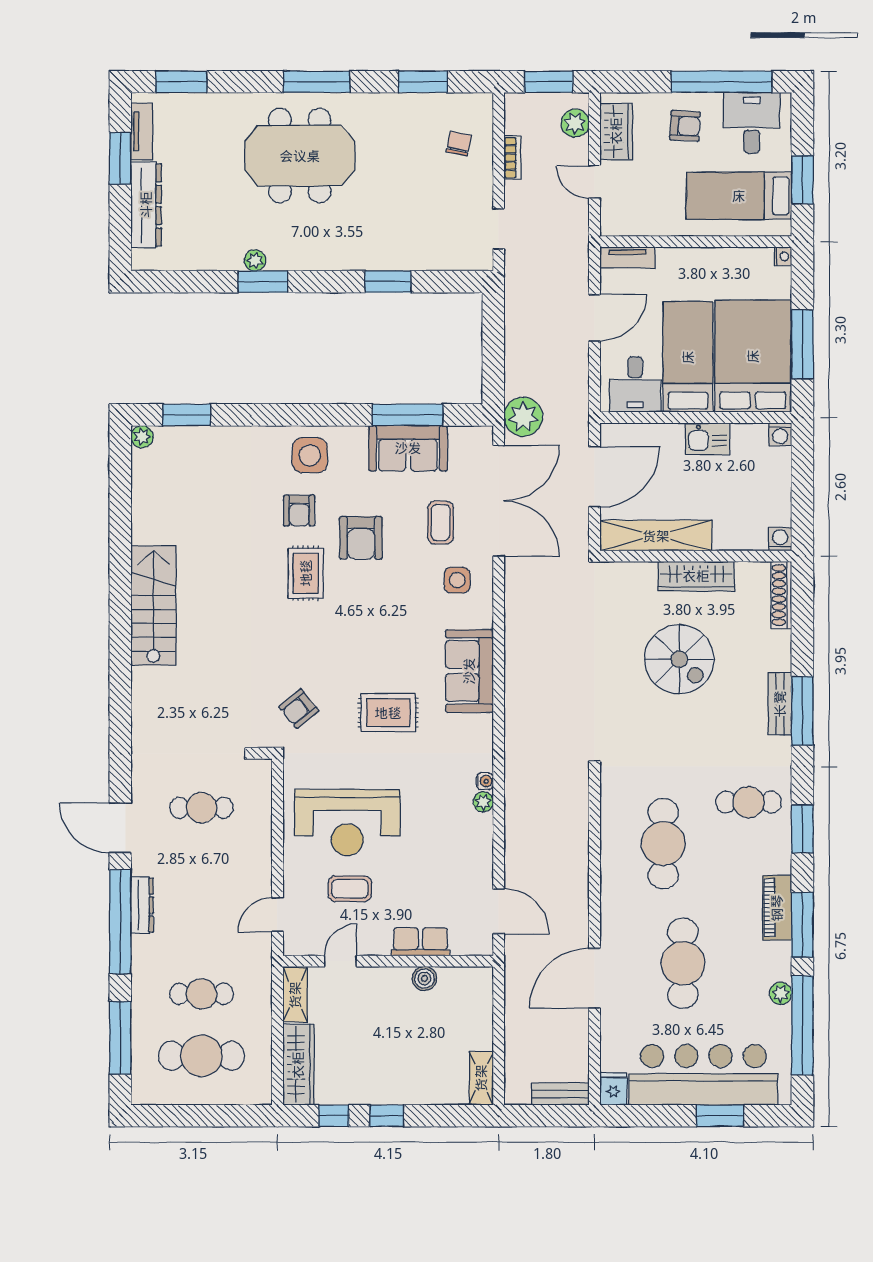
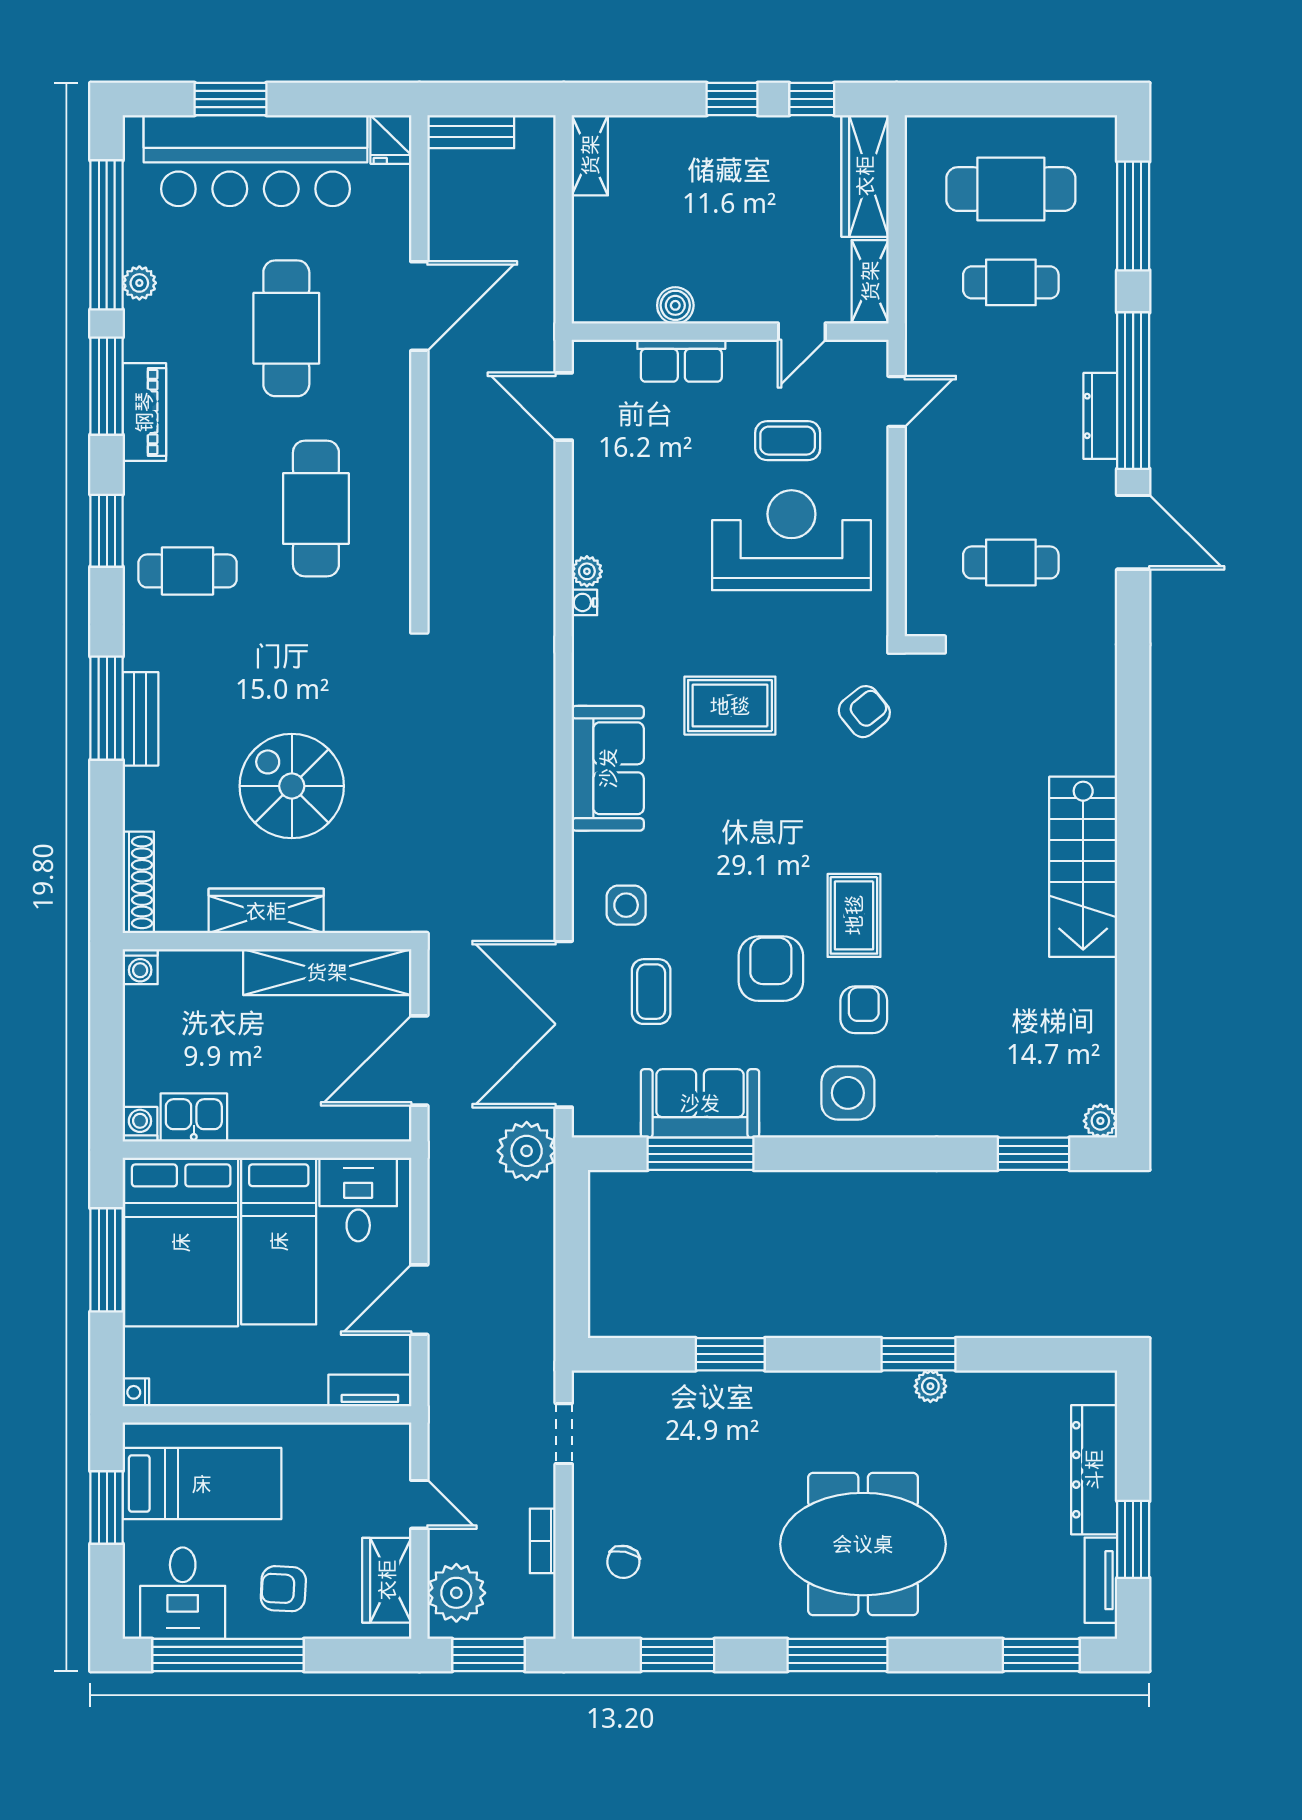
plant: (575, 123) -> (456, 1593), width x1.36, depth x1.36
kitchen sink: (707, 439) -> (194, 1118), moved

